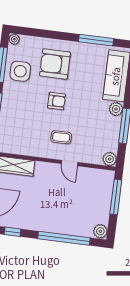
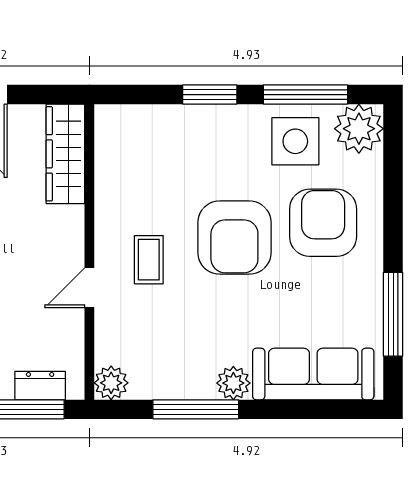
plant: (14, 39) -> (359, 129), width x1.88, depth x1.88
armchair: (57, 101) -> (234, 238), width x1.88, depth x1.88
dresser: (107, 188) -> (40, 386), added

